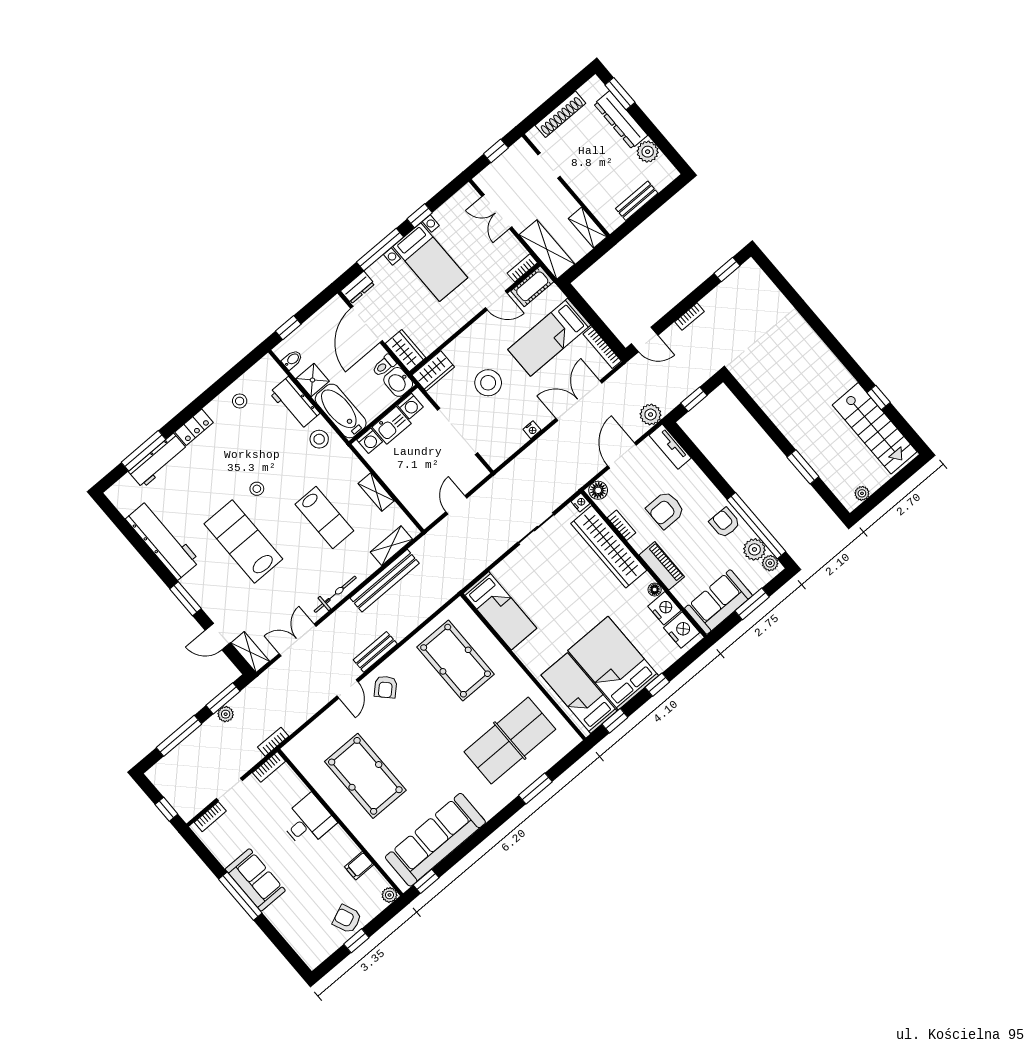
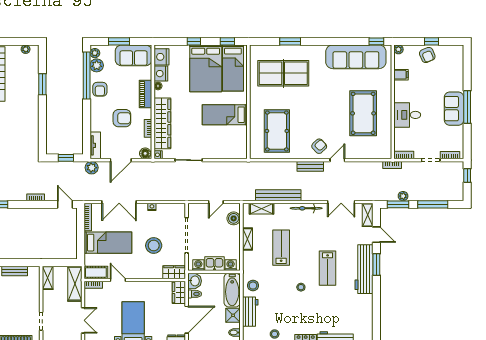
boiler: (416, 503) -> (234, 218), added
workbench: (163, 540) -> (364, 269), moved
lab bench: (243, 541) -> (328, 268), width x0.73, depth x0.72
bed: (500, 611) -> (225, 115), moved, turned -90

